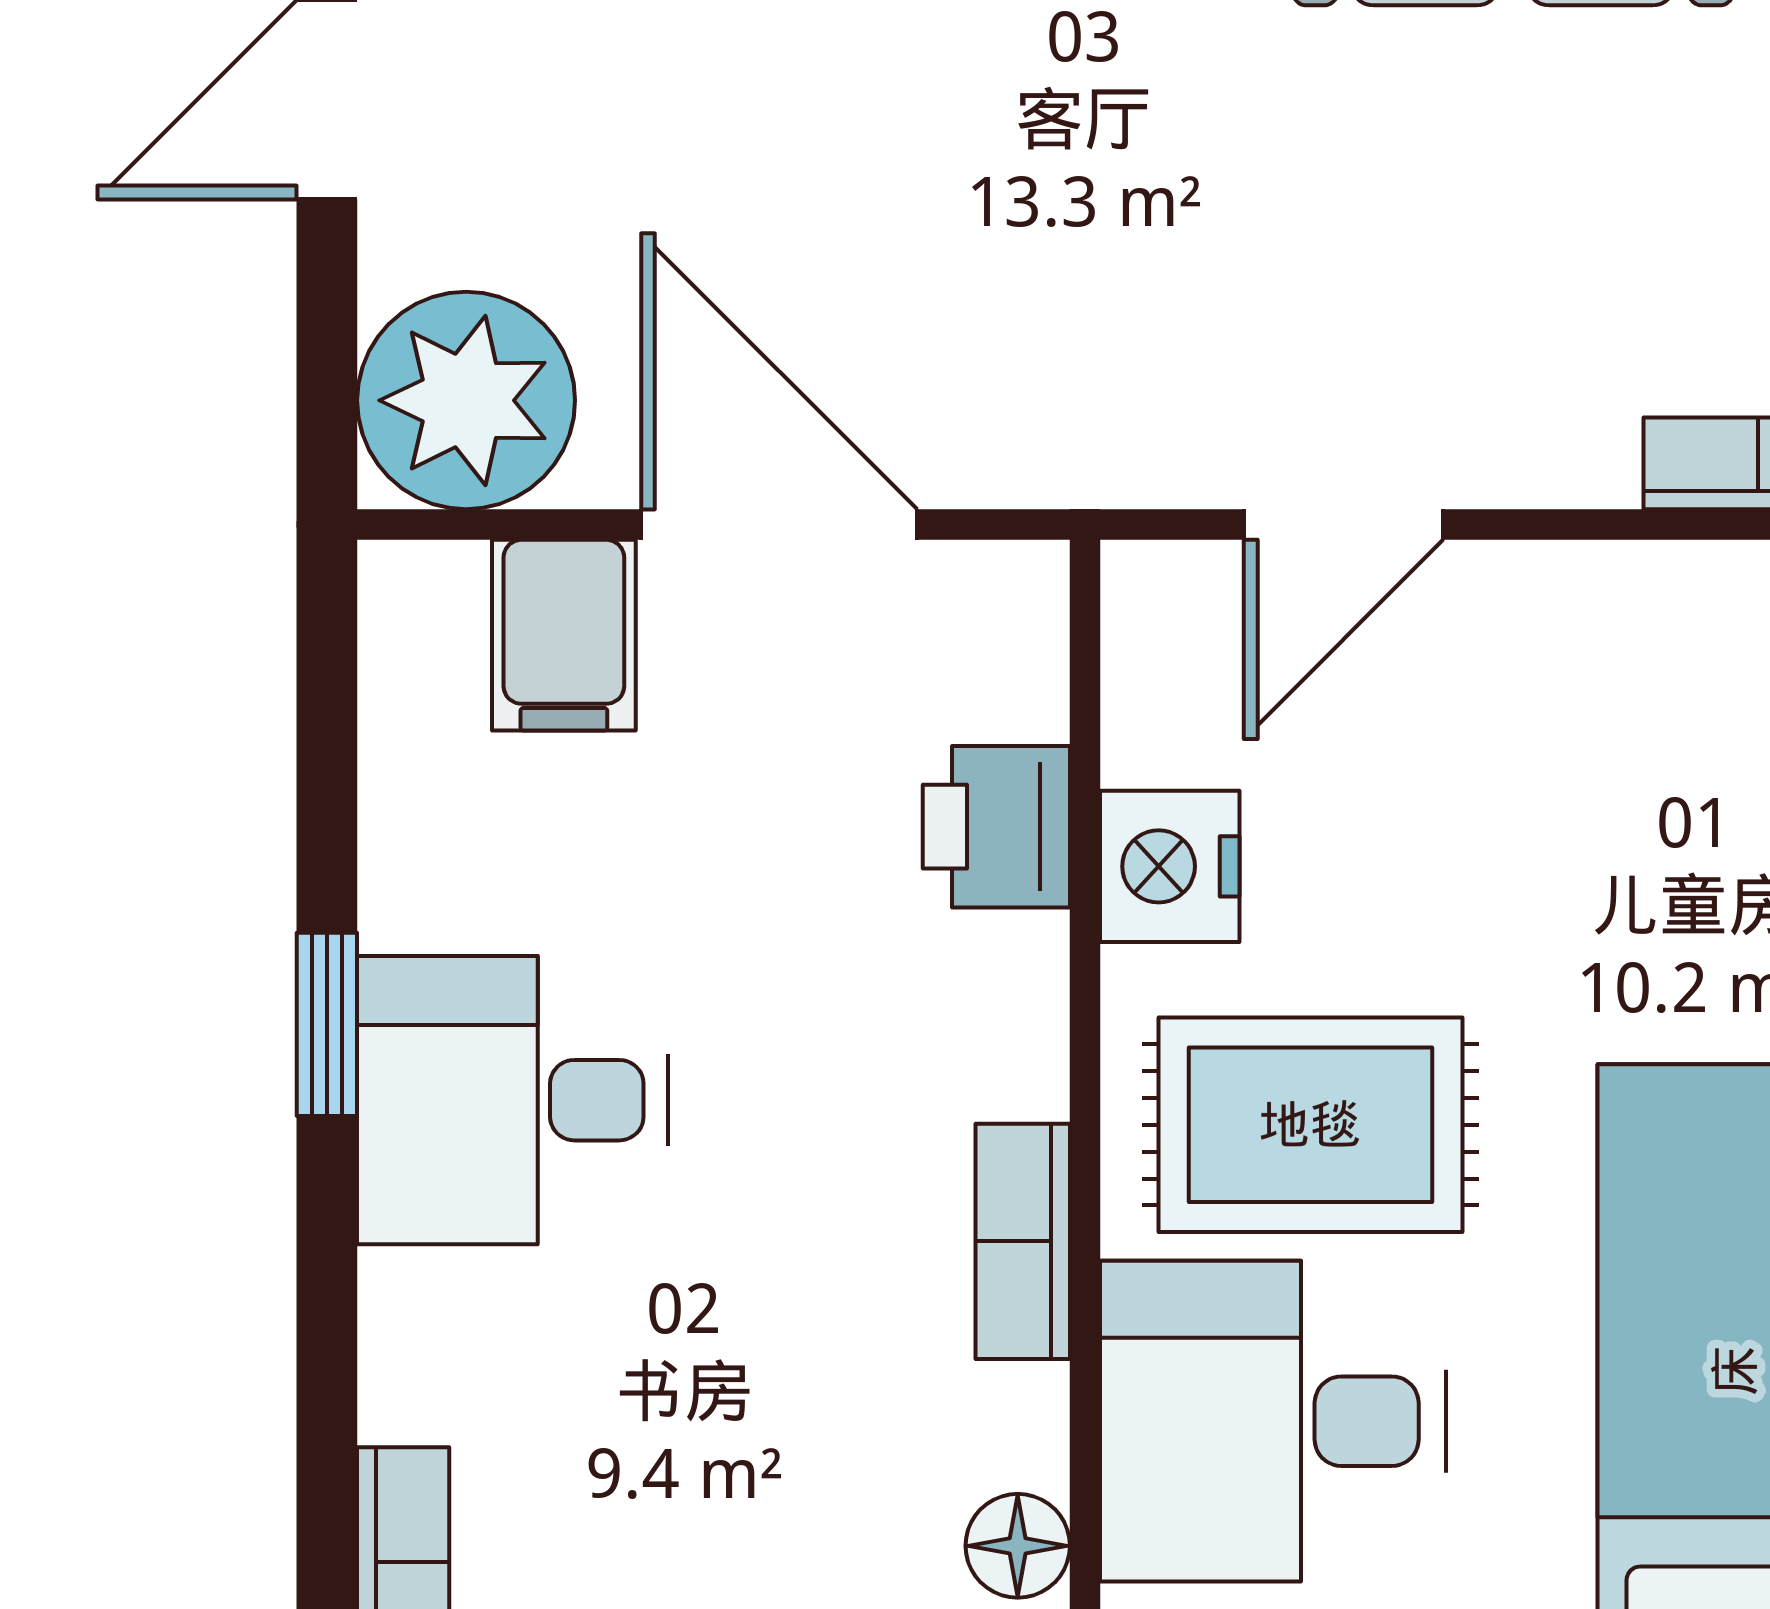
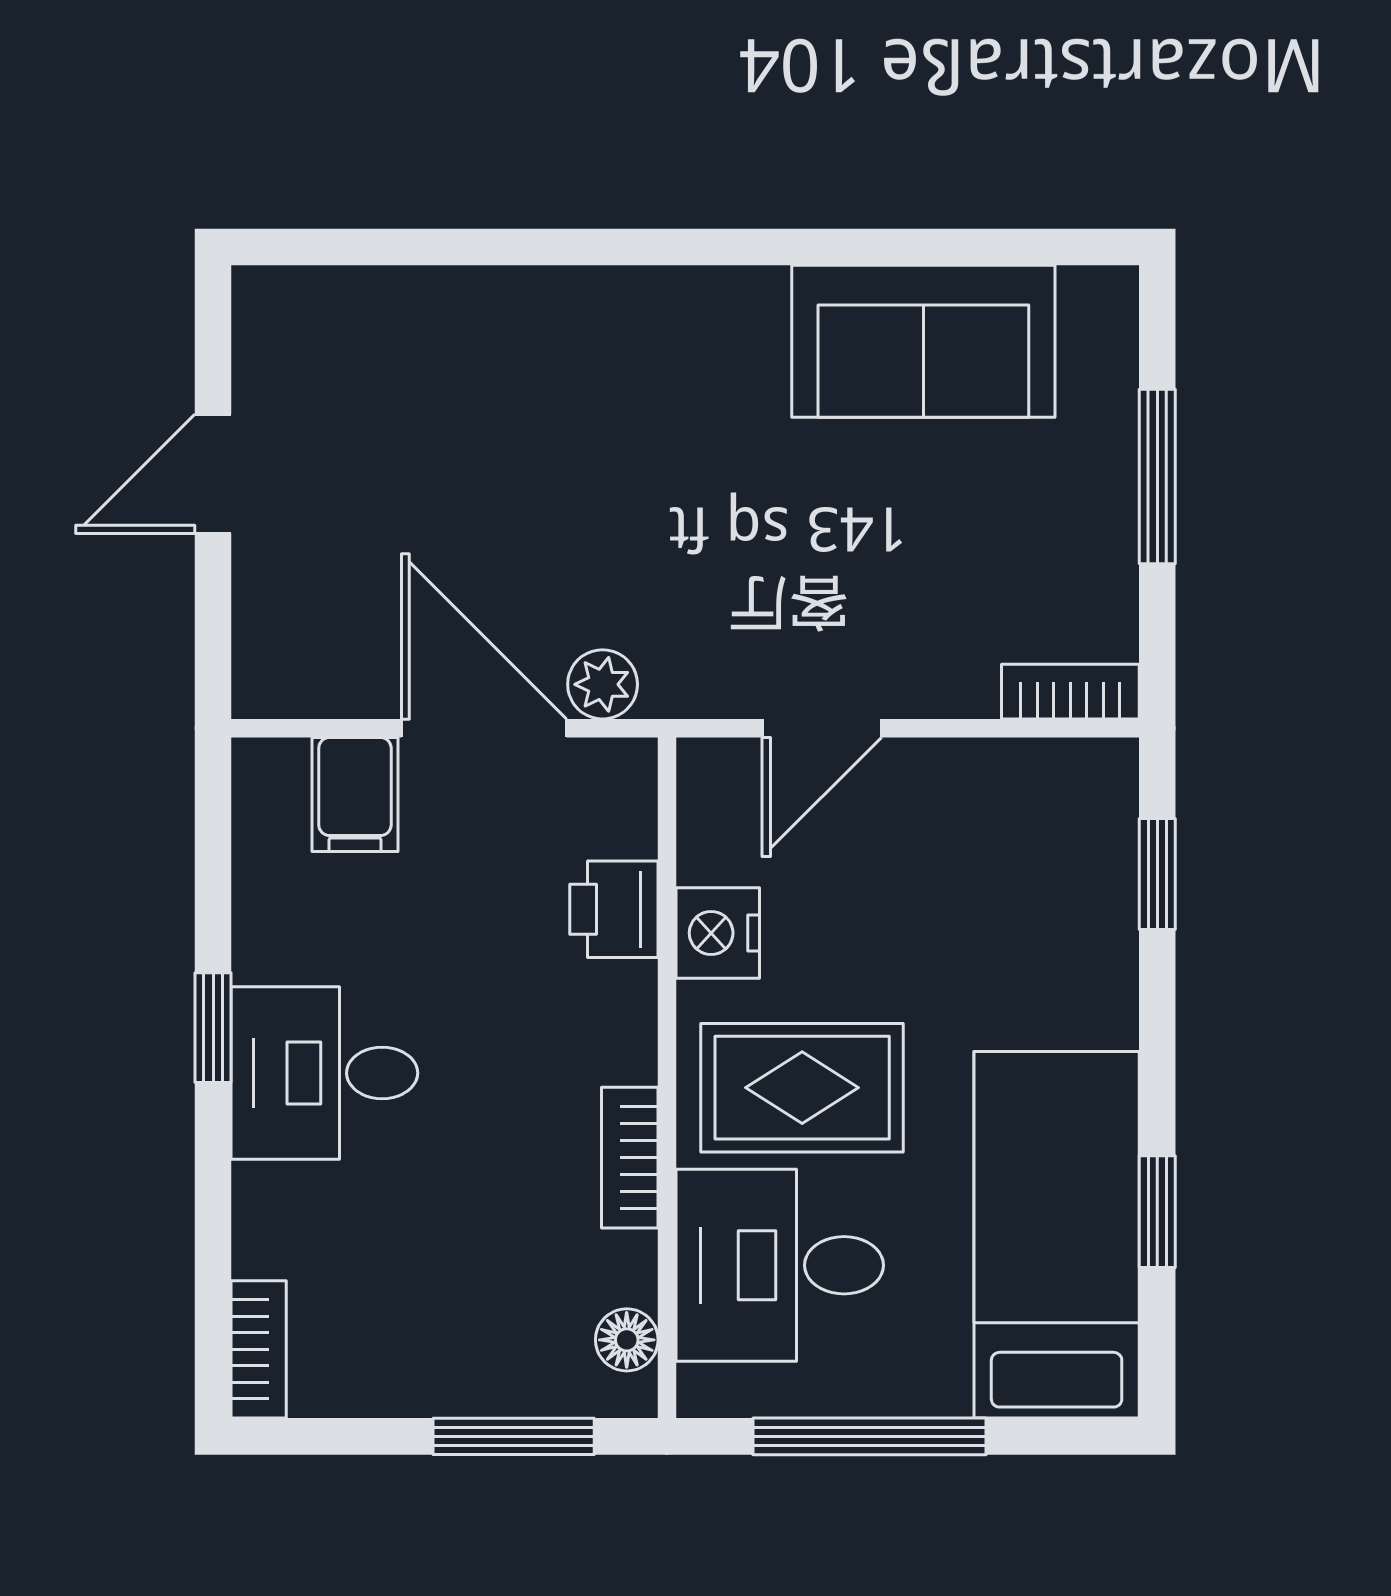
plant: (466, 400) -> (603, 684), moved, width x0.53, depth x0.53

